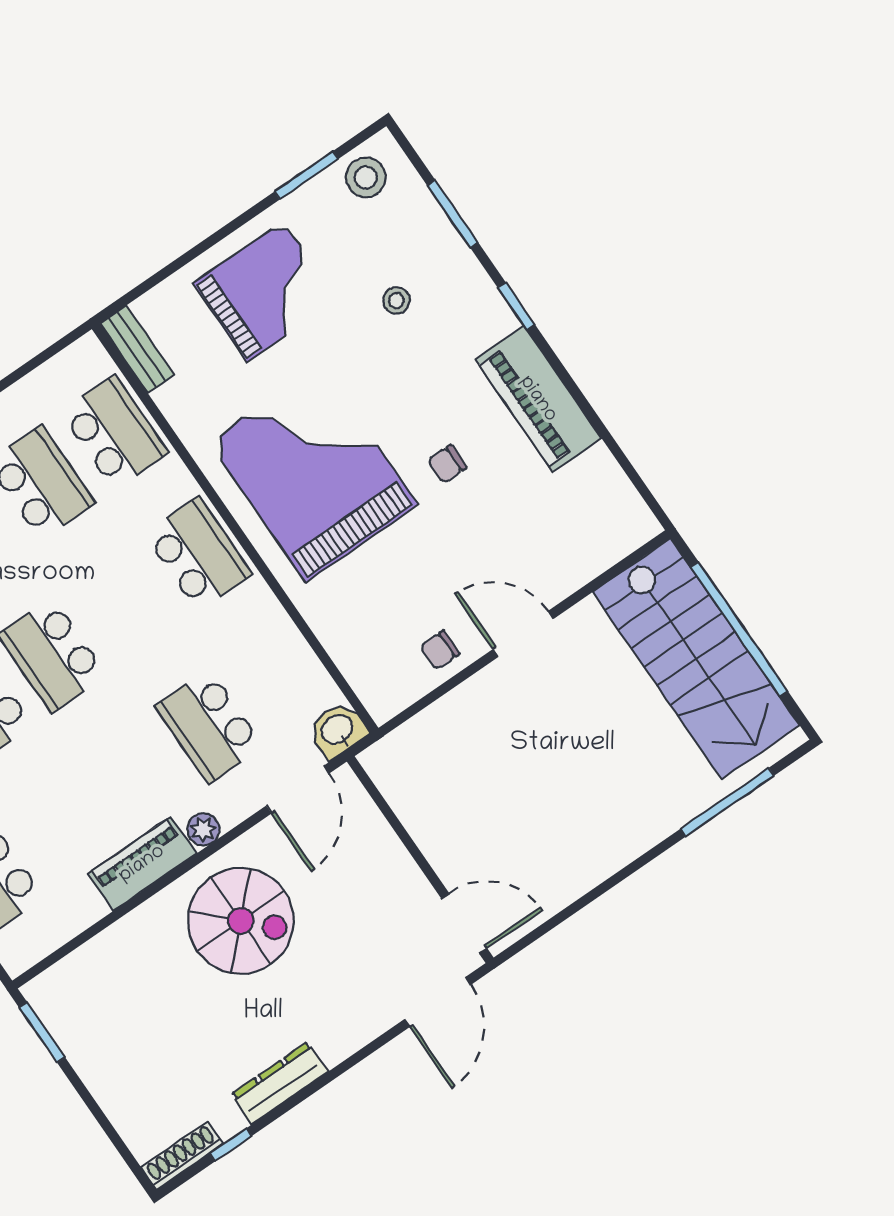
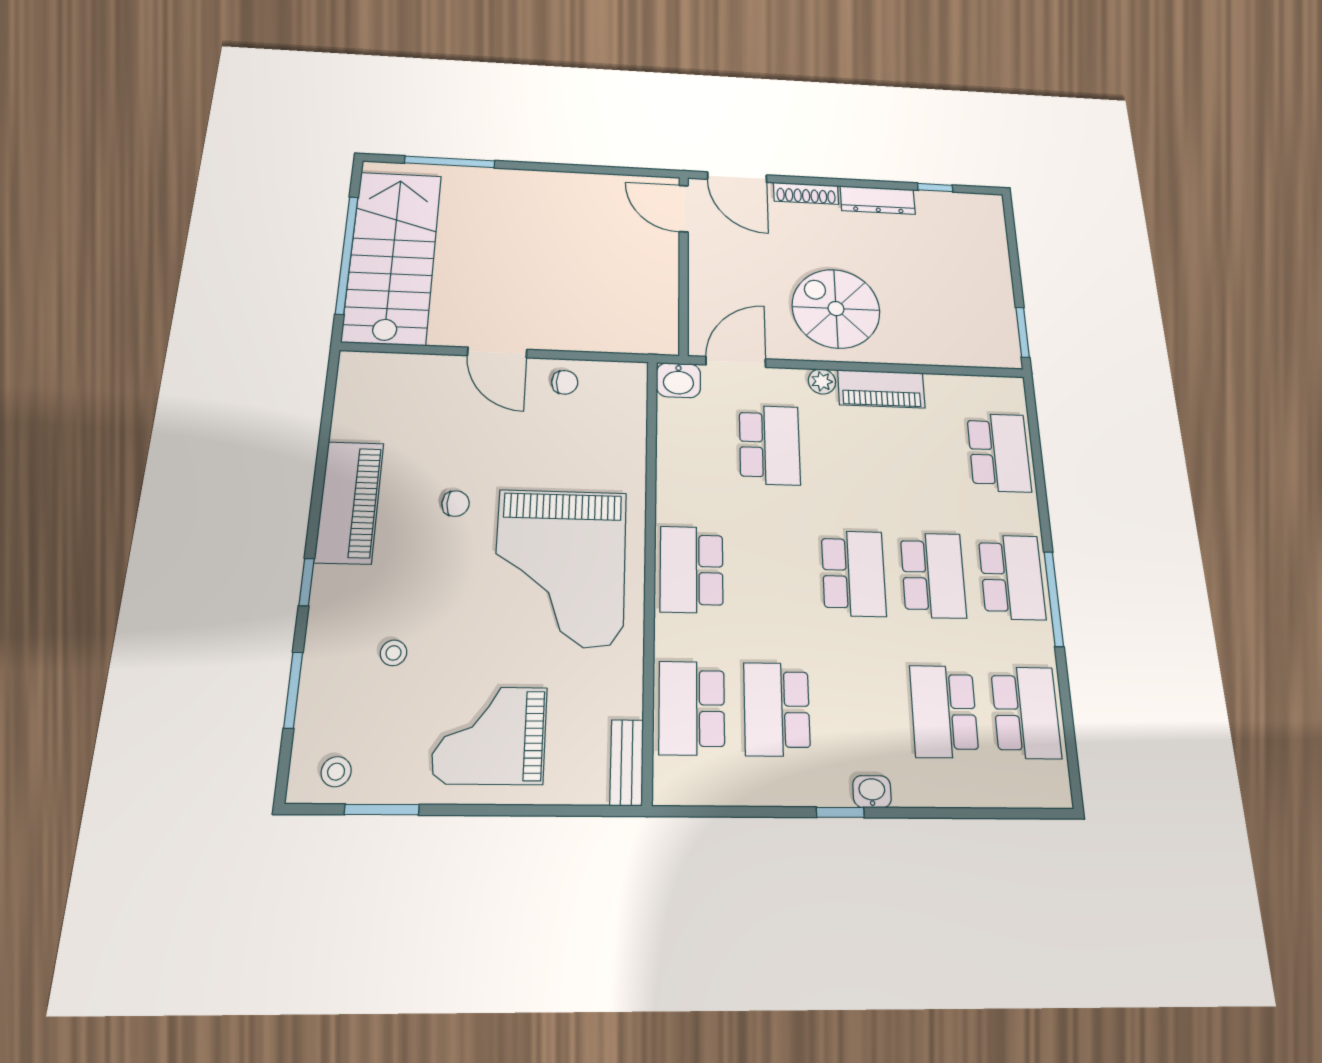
stool: (366, 177) -> (336, 772), width x0.73, depth x0.73
door: (438, 1002) -> (737, 177), swing flipped
shoe rack: (182, 1156) -> (806, 193), moved

